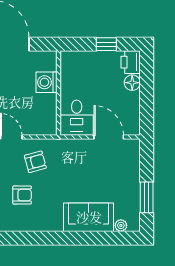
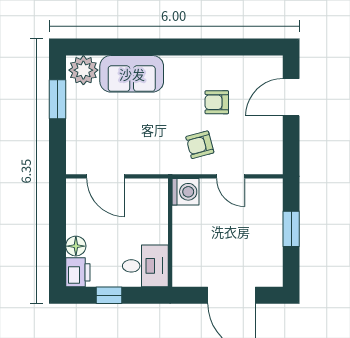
washing machine: (47, 82) -> (186, 192), moved
desk: (77, 118) -> (145, 266), moved, turned 90
plant: (121, 225) -> (83, 70), width x1.88, depth x1.88

